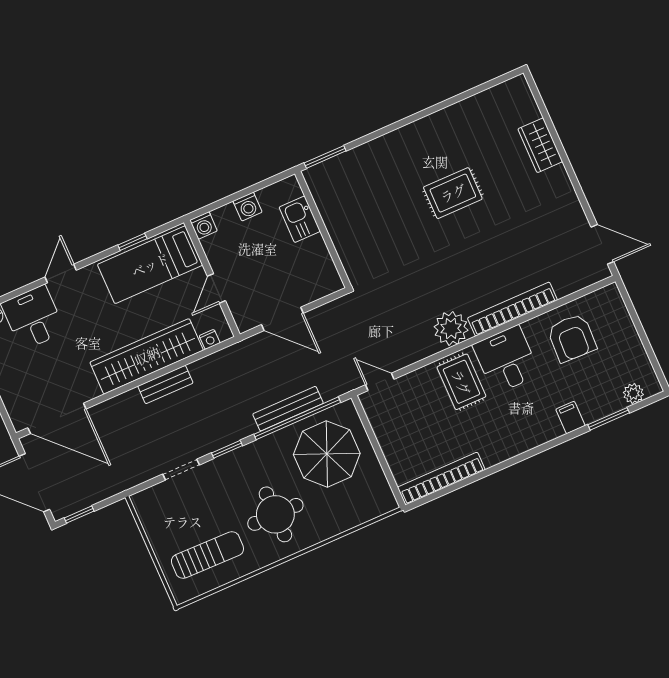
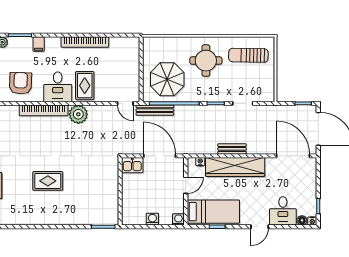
kitchen sink: (300, 219) -> (132, 165), moved, turned 90
door: (282, 319) -> (160, 156), width x1.36
bench: (288, 409) -> (155, 110), moved
bookcase: (441, 479) -> (85, 42), moved

